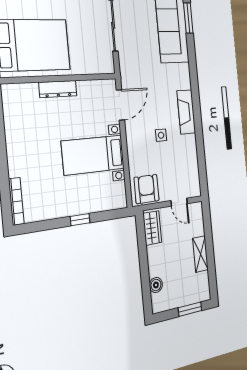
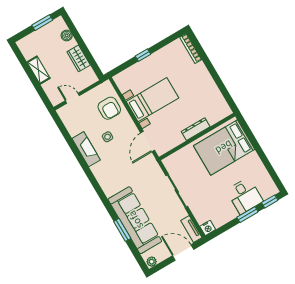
fireplace: (186, 112) -> (86, 149), moved
armchair: (147, 189) -> (109, 108), moved
wardrobe: (152, 228) -> (79, 58), moved
window: (190, 309) -> (42, 23), moved

